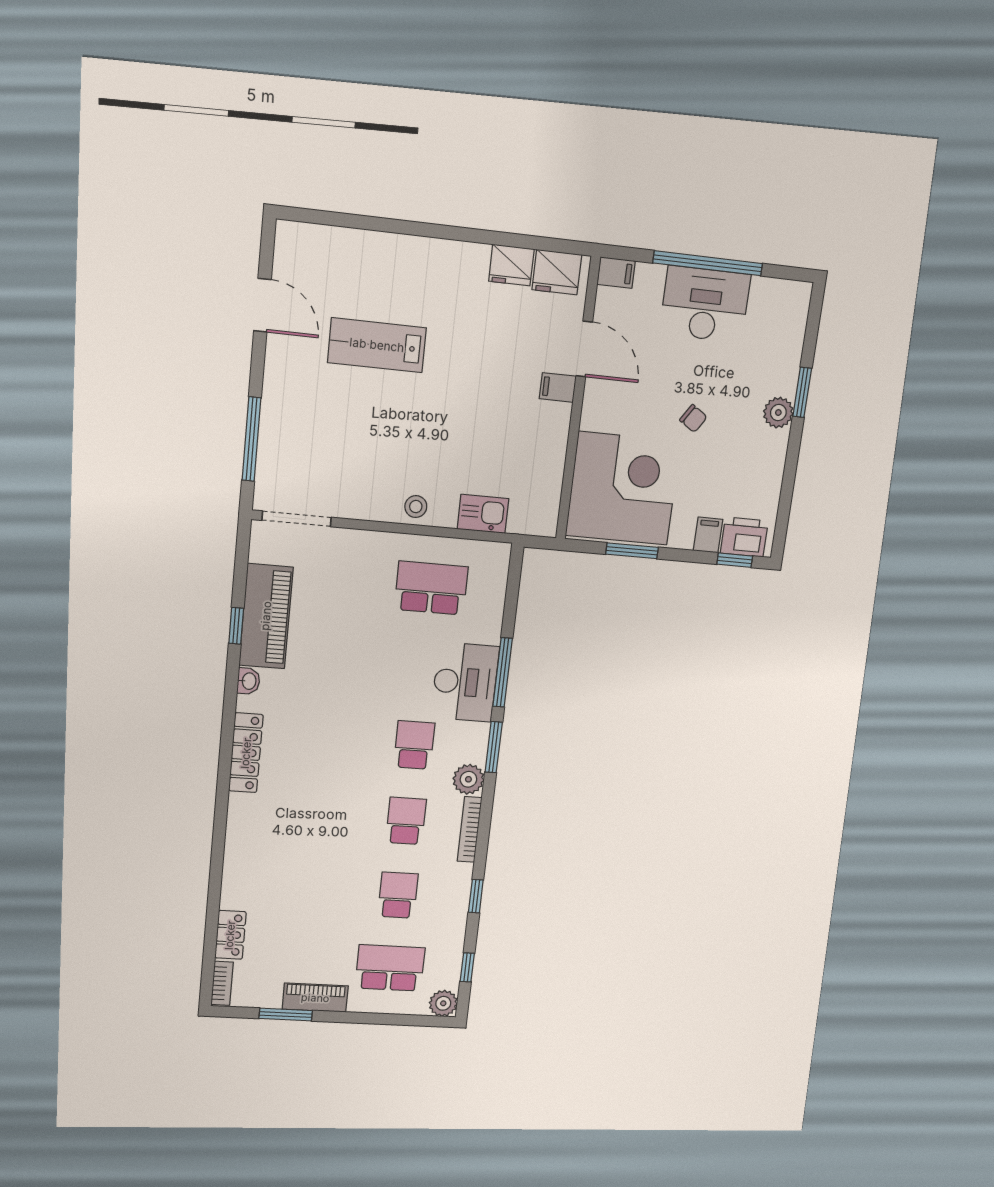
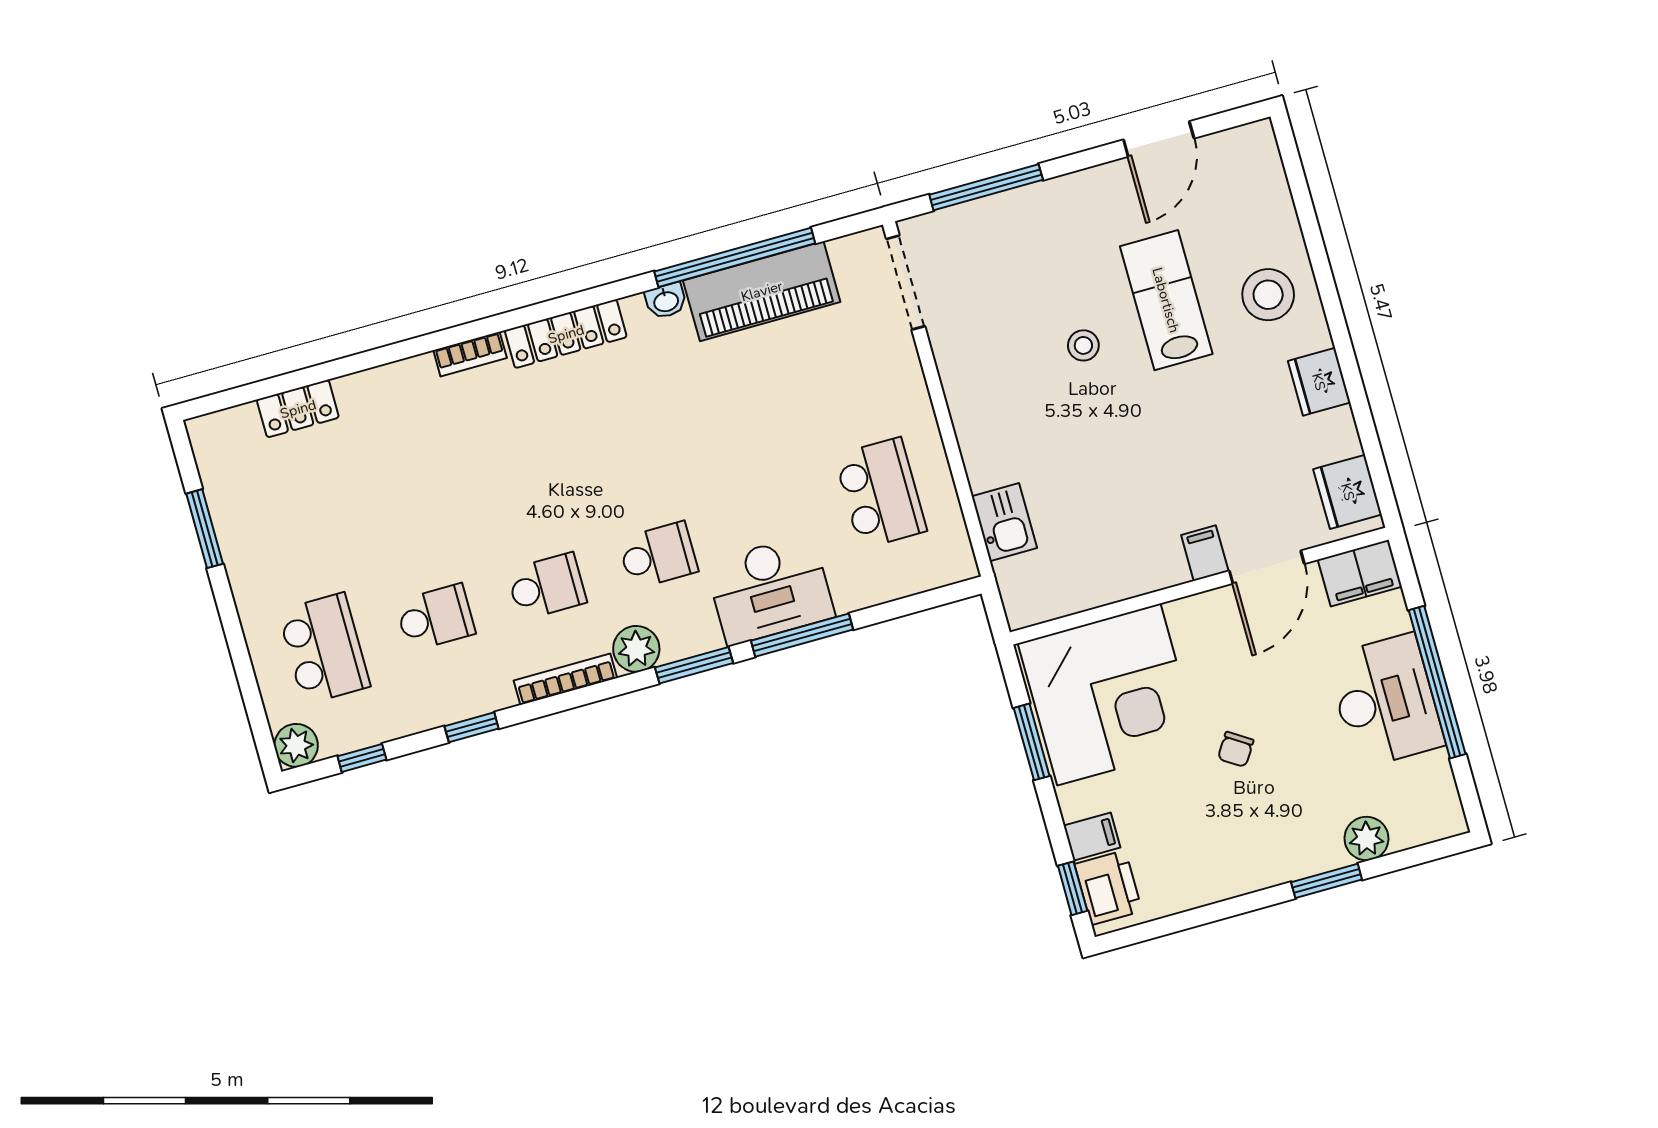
fridge: (511, 265) -> (1319, 382), moved
stool: (401, 272) -> (1268, 295), added
filing cabinet: (616, 273) -> (1360, 573), width x2.00
plant: (778, 413) -> (1366, 839), moved
stool: (416, 507) -> (1083, 345), moved
window: (236, 626) -> (735, 257), width x3.17
bookcase: (222, 983) -> (470, 354), moved
piano: (315, 998) -> (244, 561), removed

